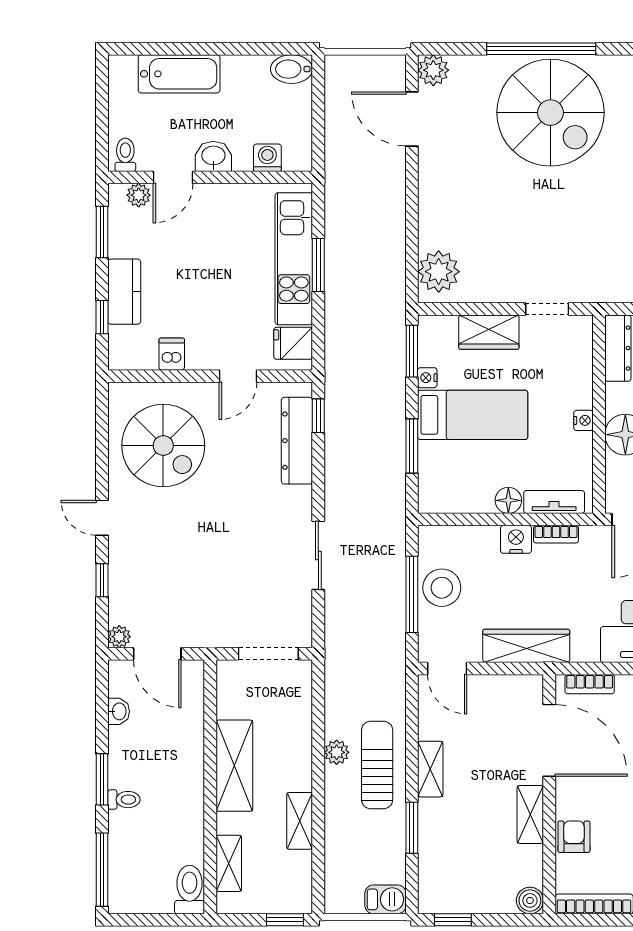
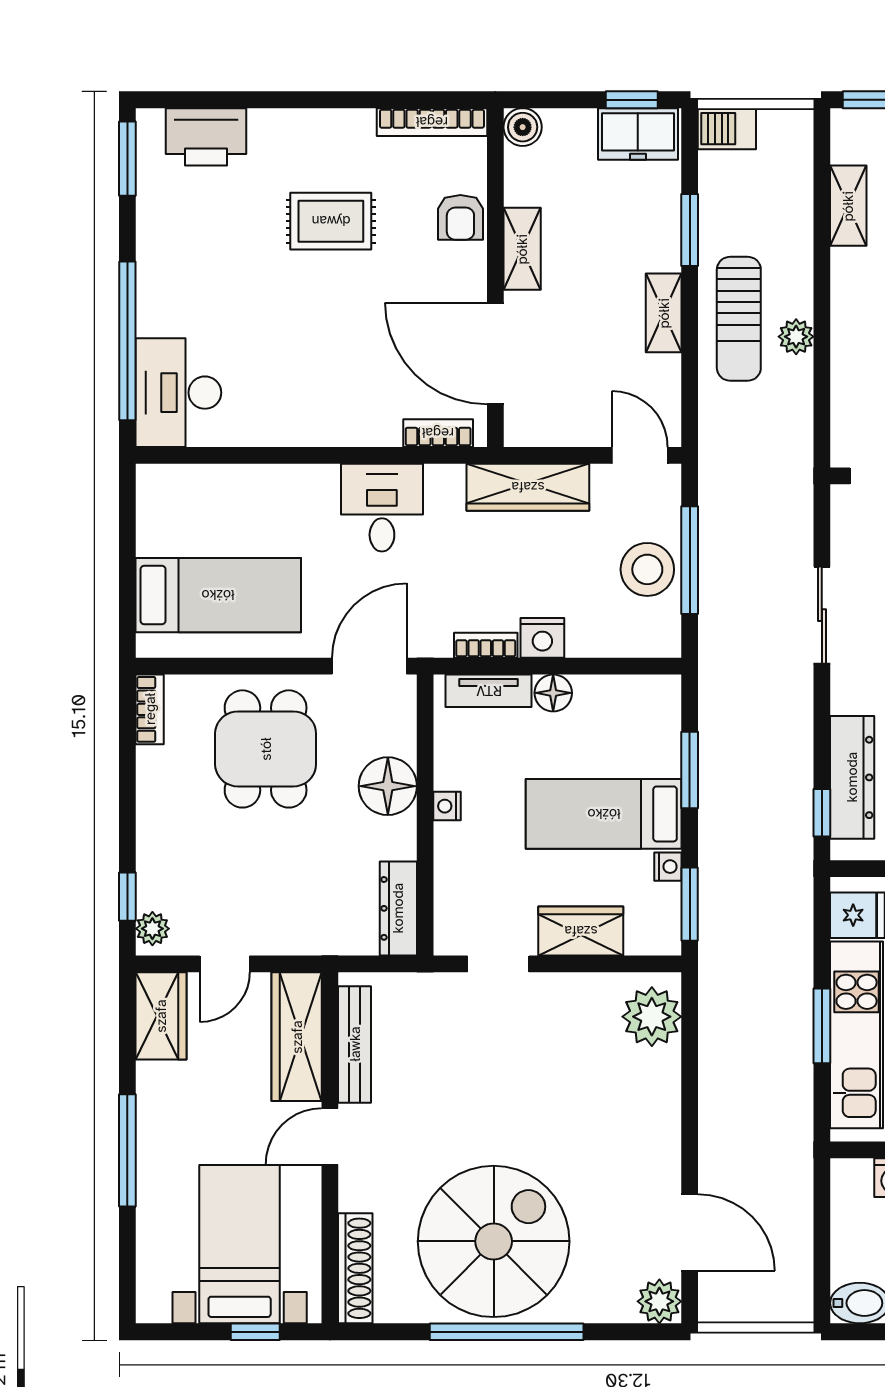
spiral stairs: (550, 113) -> (494, 1241), turned 90
shelving: (300, 821) -> (848, 206), moved
freezer: (448, 896) -> (638, 134), added

